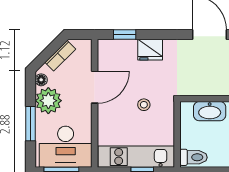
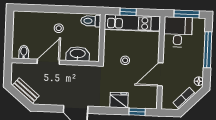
plant: (48, 101) -> (194, 66), removed
window: (30, 124) -> (208, 50), width x1.44
desk: (66, 147) -> (178, 32), width x0.73

